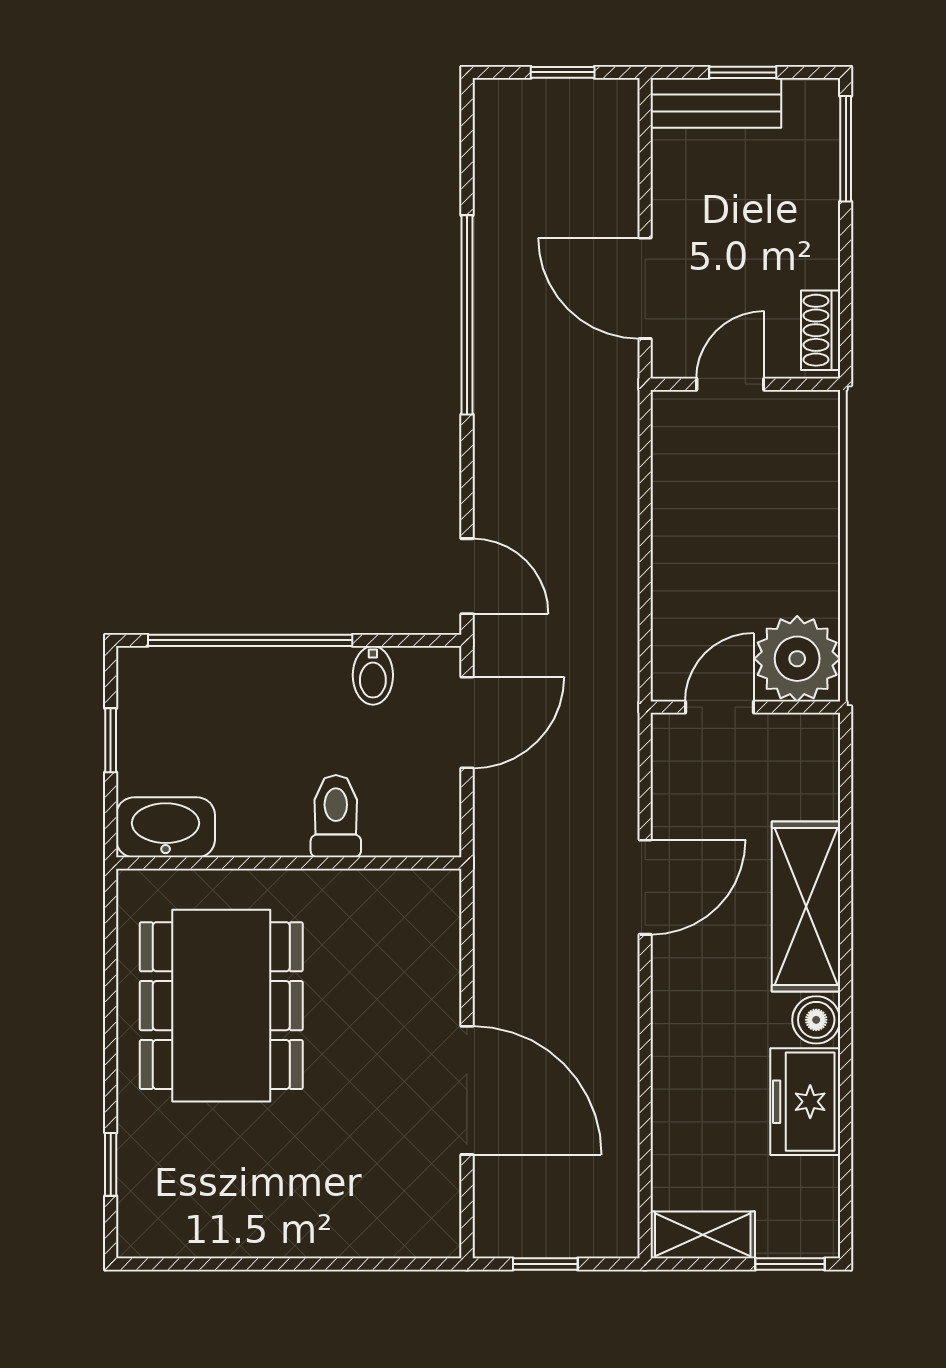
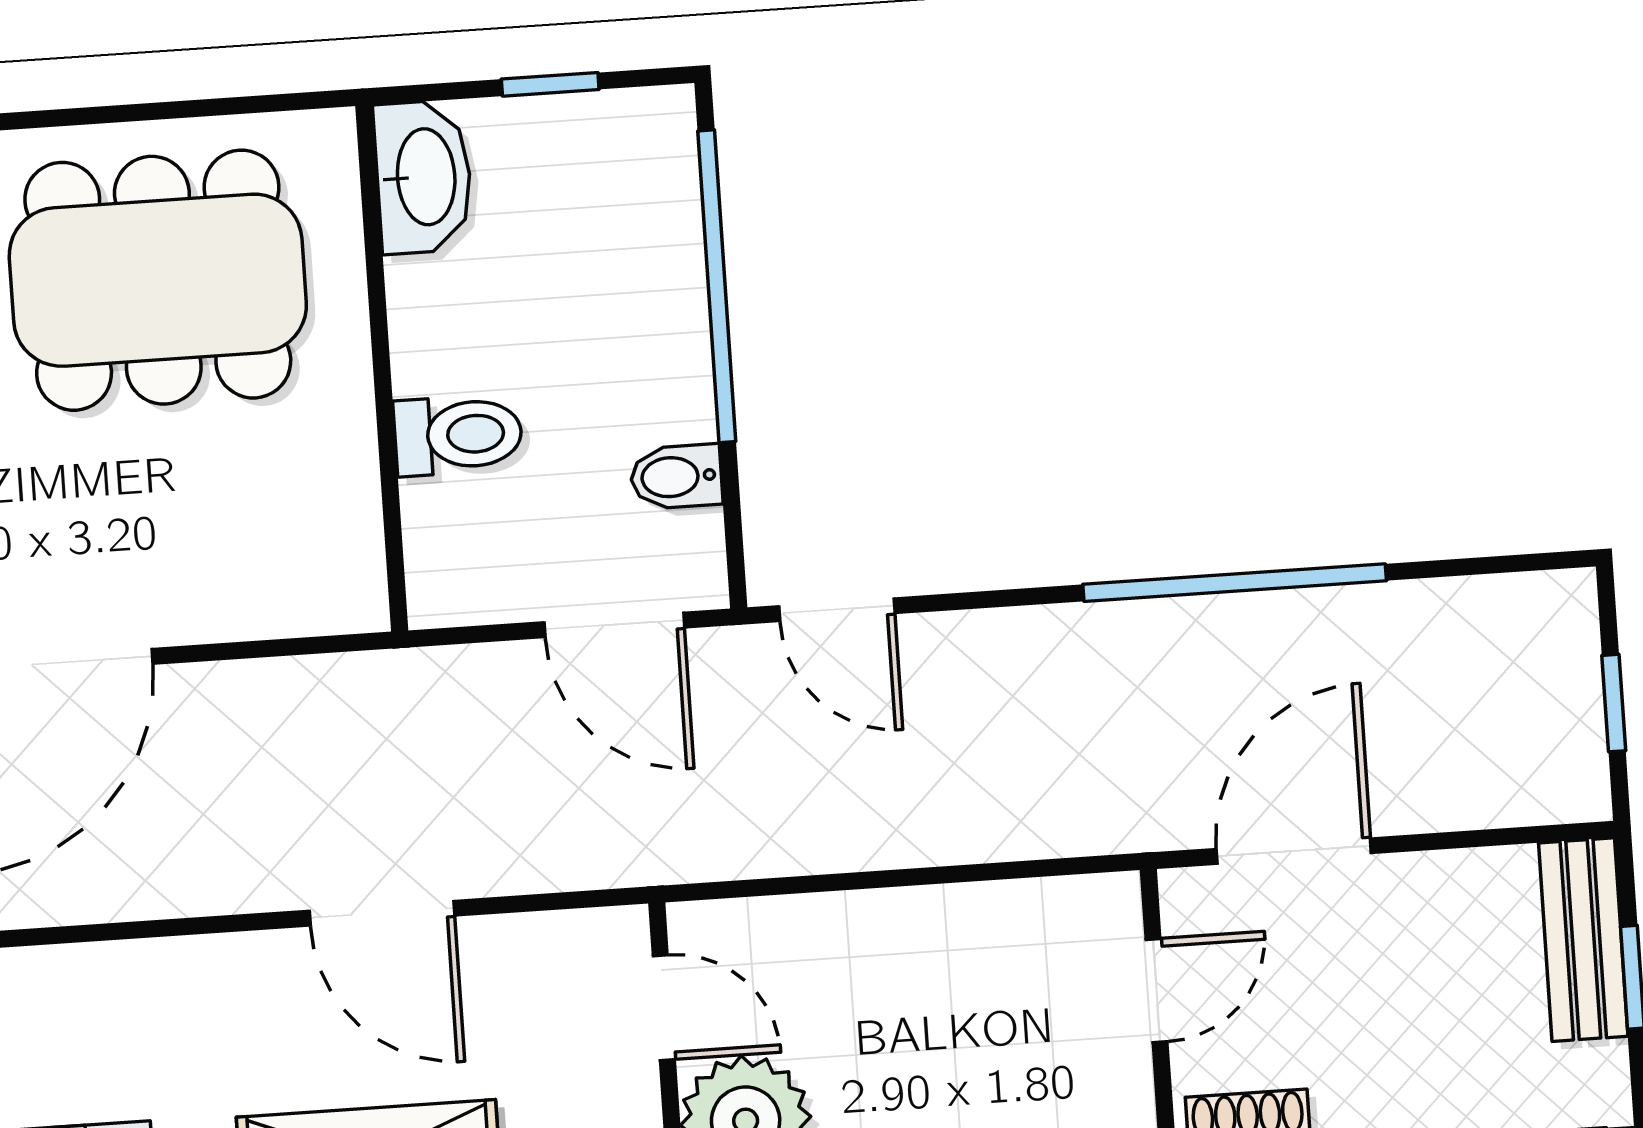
door: (730, 384) -> (1157, 991), hinge flipped
door: (467, 576) -> (837, 610), hinge flipped

